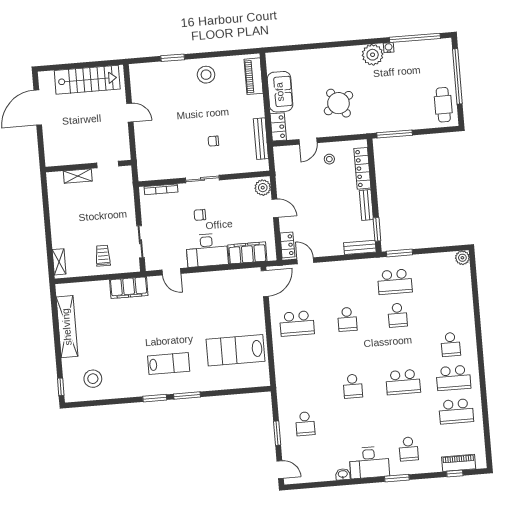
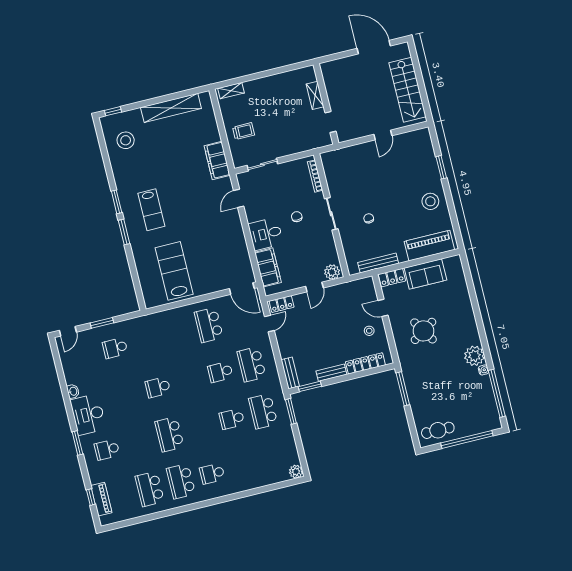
piano: (254, 76) -> (429, 246), width x1.37, depth x1.33
desk: (207, 250) -> (266, 234), width x0.73
school desk: (344, 286) -> (252, 364), added

